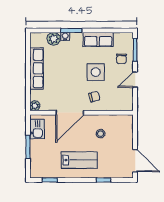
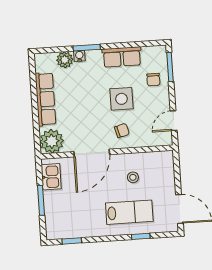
door: (135, 80) -> (174, 121), moved
plant: (35, 106) -> (52, 141), width x1.88, depth x1.88
lab bench: (79, 160) -> (129, 212), moved

